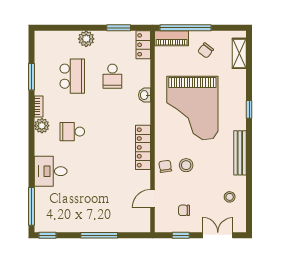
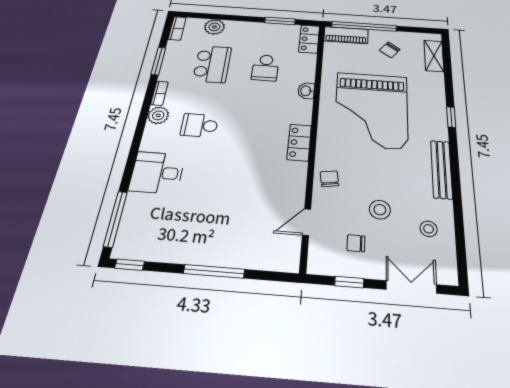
plant: (86, 39) -> (214, 27), moved
bookcase: (39, 43) -> (177, 28), added
locker: (143, 147) -> (299, 142), width x0.66
stool: (186, 165) -> (380, 210), moved

